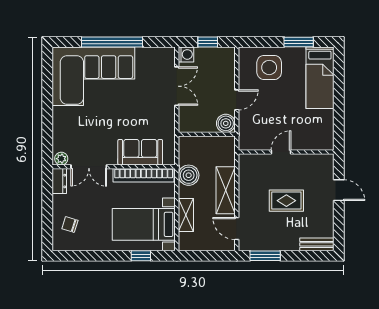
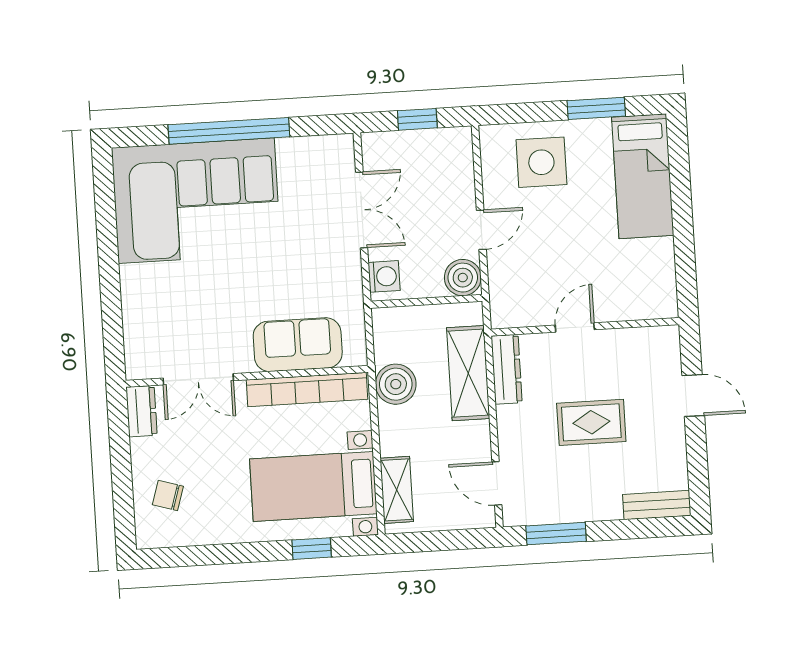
washing machine: (186, 54) -> (384, 276), moved
plant: (61, 159) -> (143, 367), removed
dresser: (245, 171) -> (507, 369), added
shelving: (226, 190) -> (468, 373), moved
shelving: (186, 215) -> (397, 490), moved

